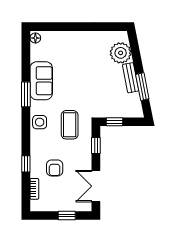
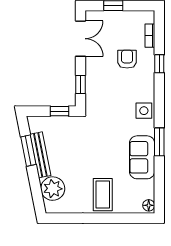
bench: (131, 78) -> (40, 155), width x1.36
coffee table: (70, 125) -> (103, 195), moved

